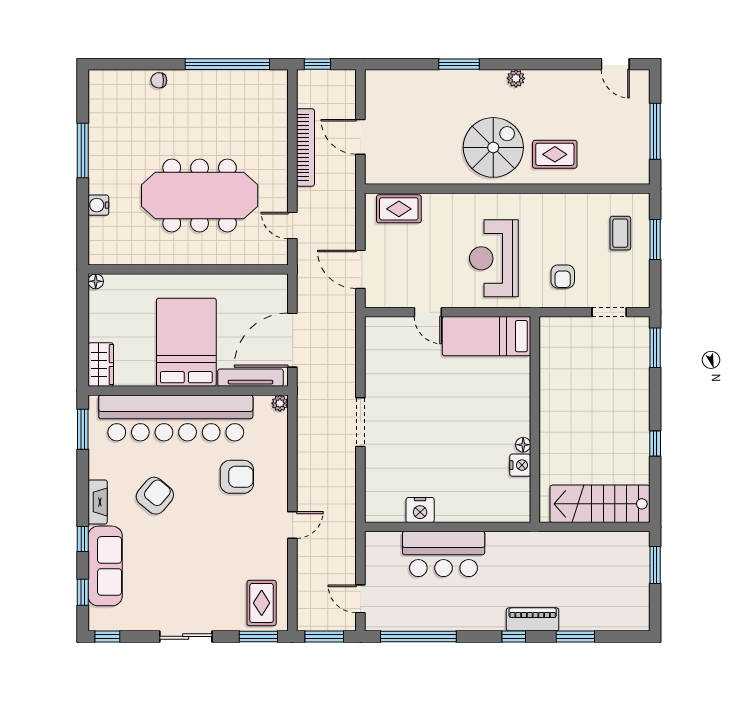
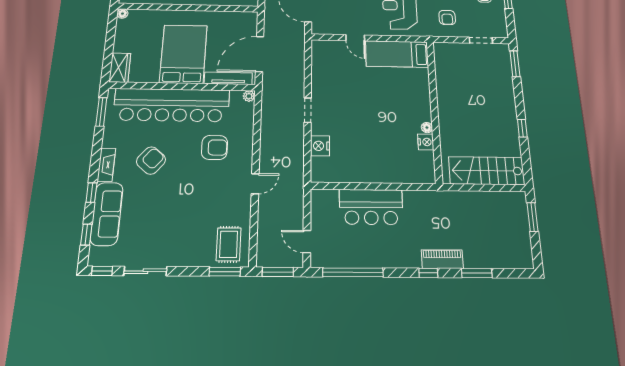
doorway: (360, 422) -> (308, 110), width x0.73
nightstand: (420, 510) -> (320, 146), moved, turned 90
sliding door: (186, 636) -> (145, 271), moved

